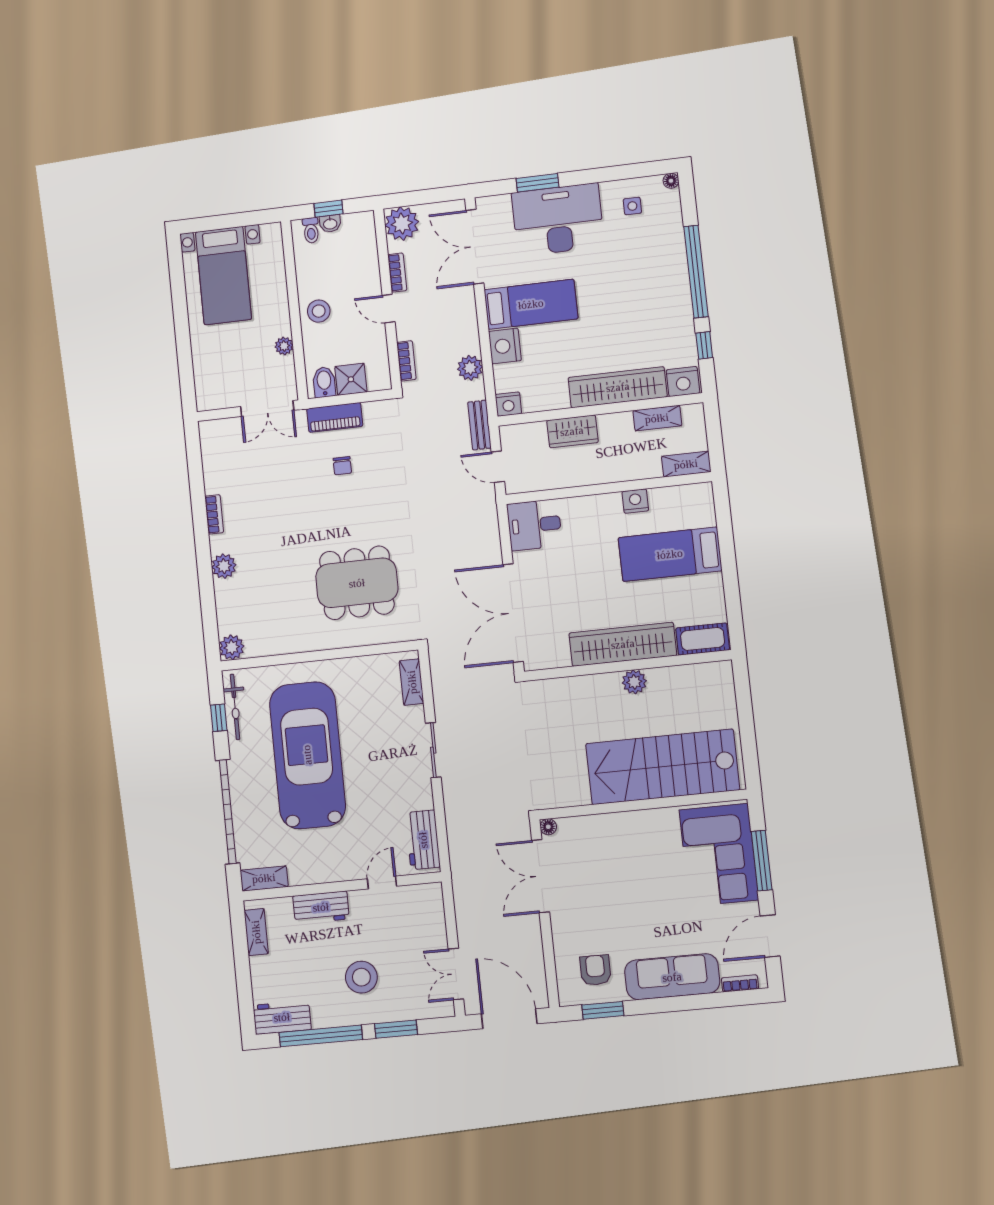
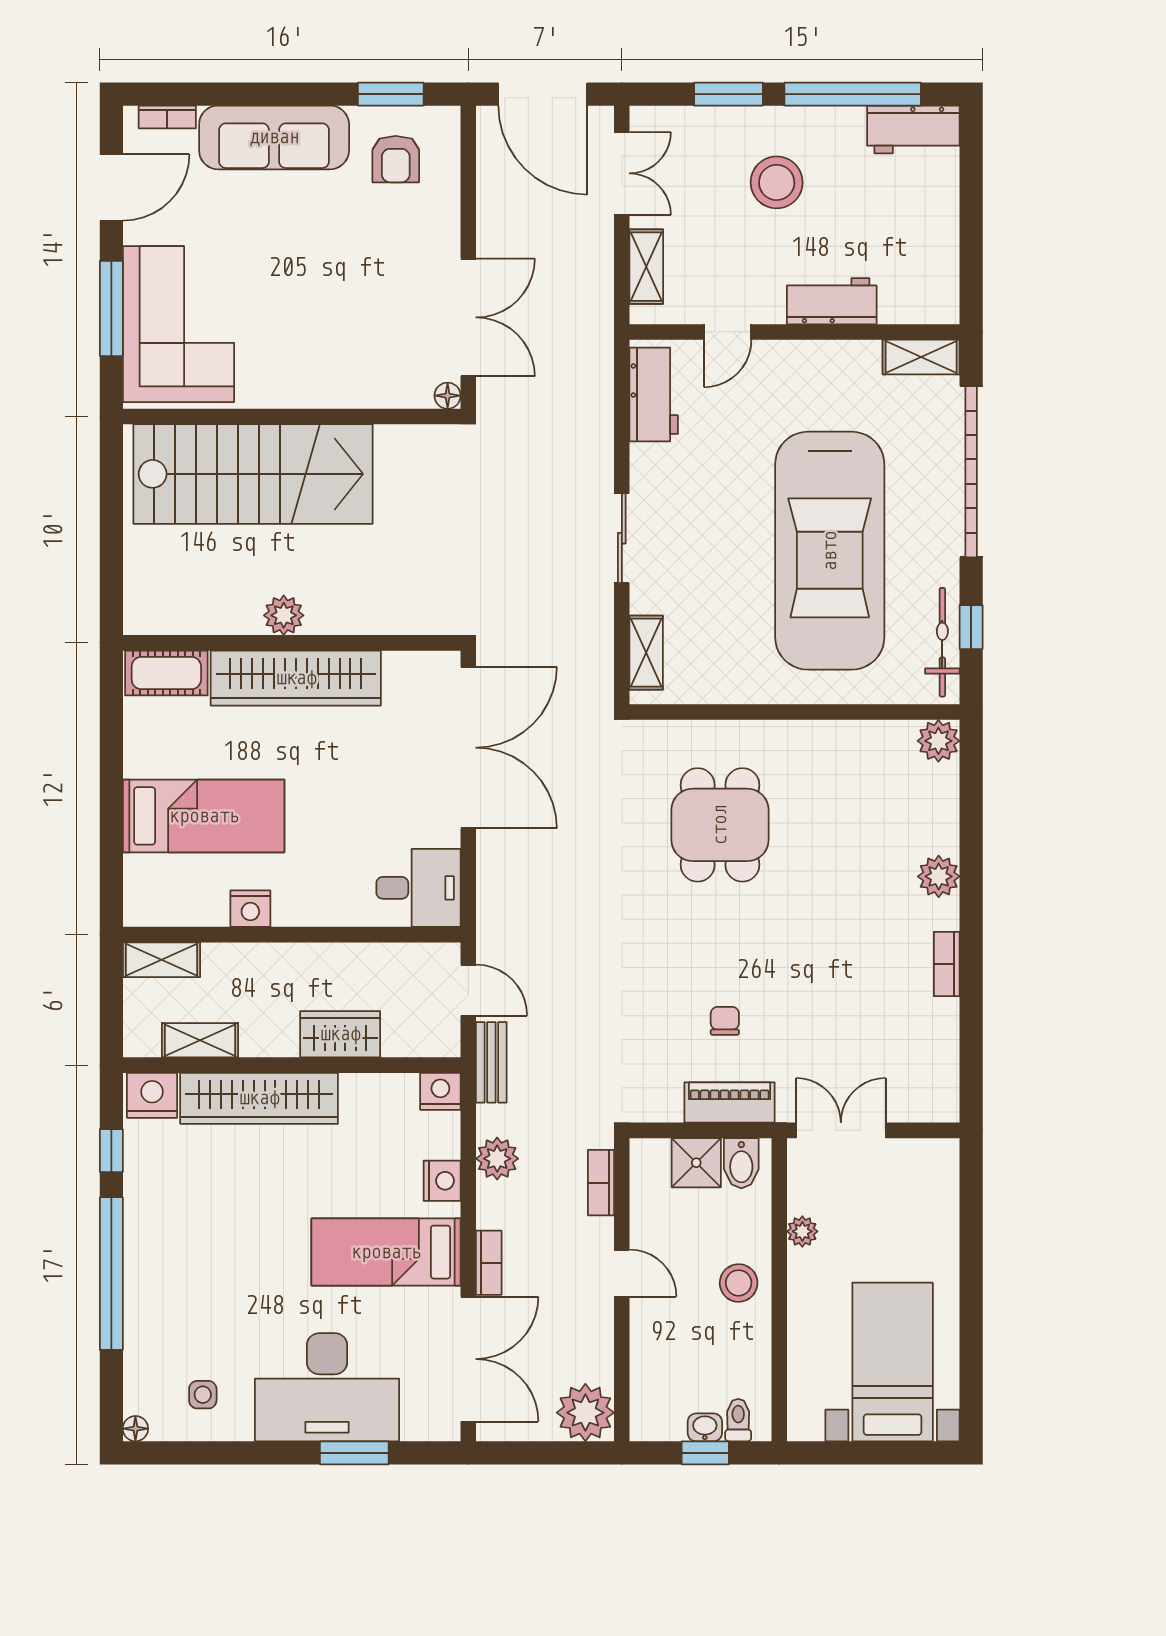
bookcase: (397, 273) -> (489, 1263), moved, turned 180
nightstand: (505, 346) -> (442, 1181), width x0.74, depth x0.75
dining table: (357, 583) -> (720, 825), width x0.73
shelving: (256, 932) -> (646, 267), moved

